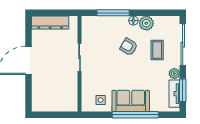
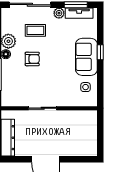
armchair: (129, 47) -> (32, 59), turned -121
window: (135, 115) -> (100, 52), width x0.32

